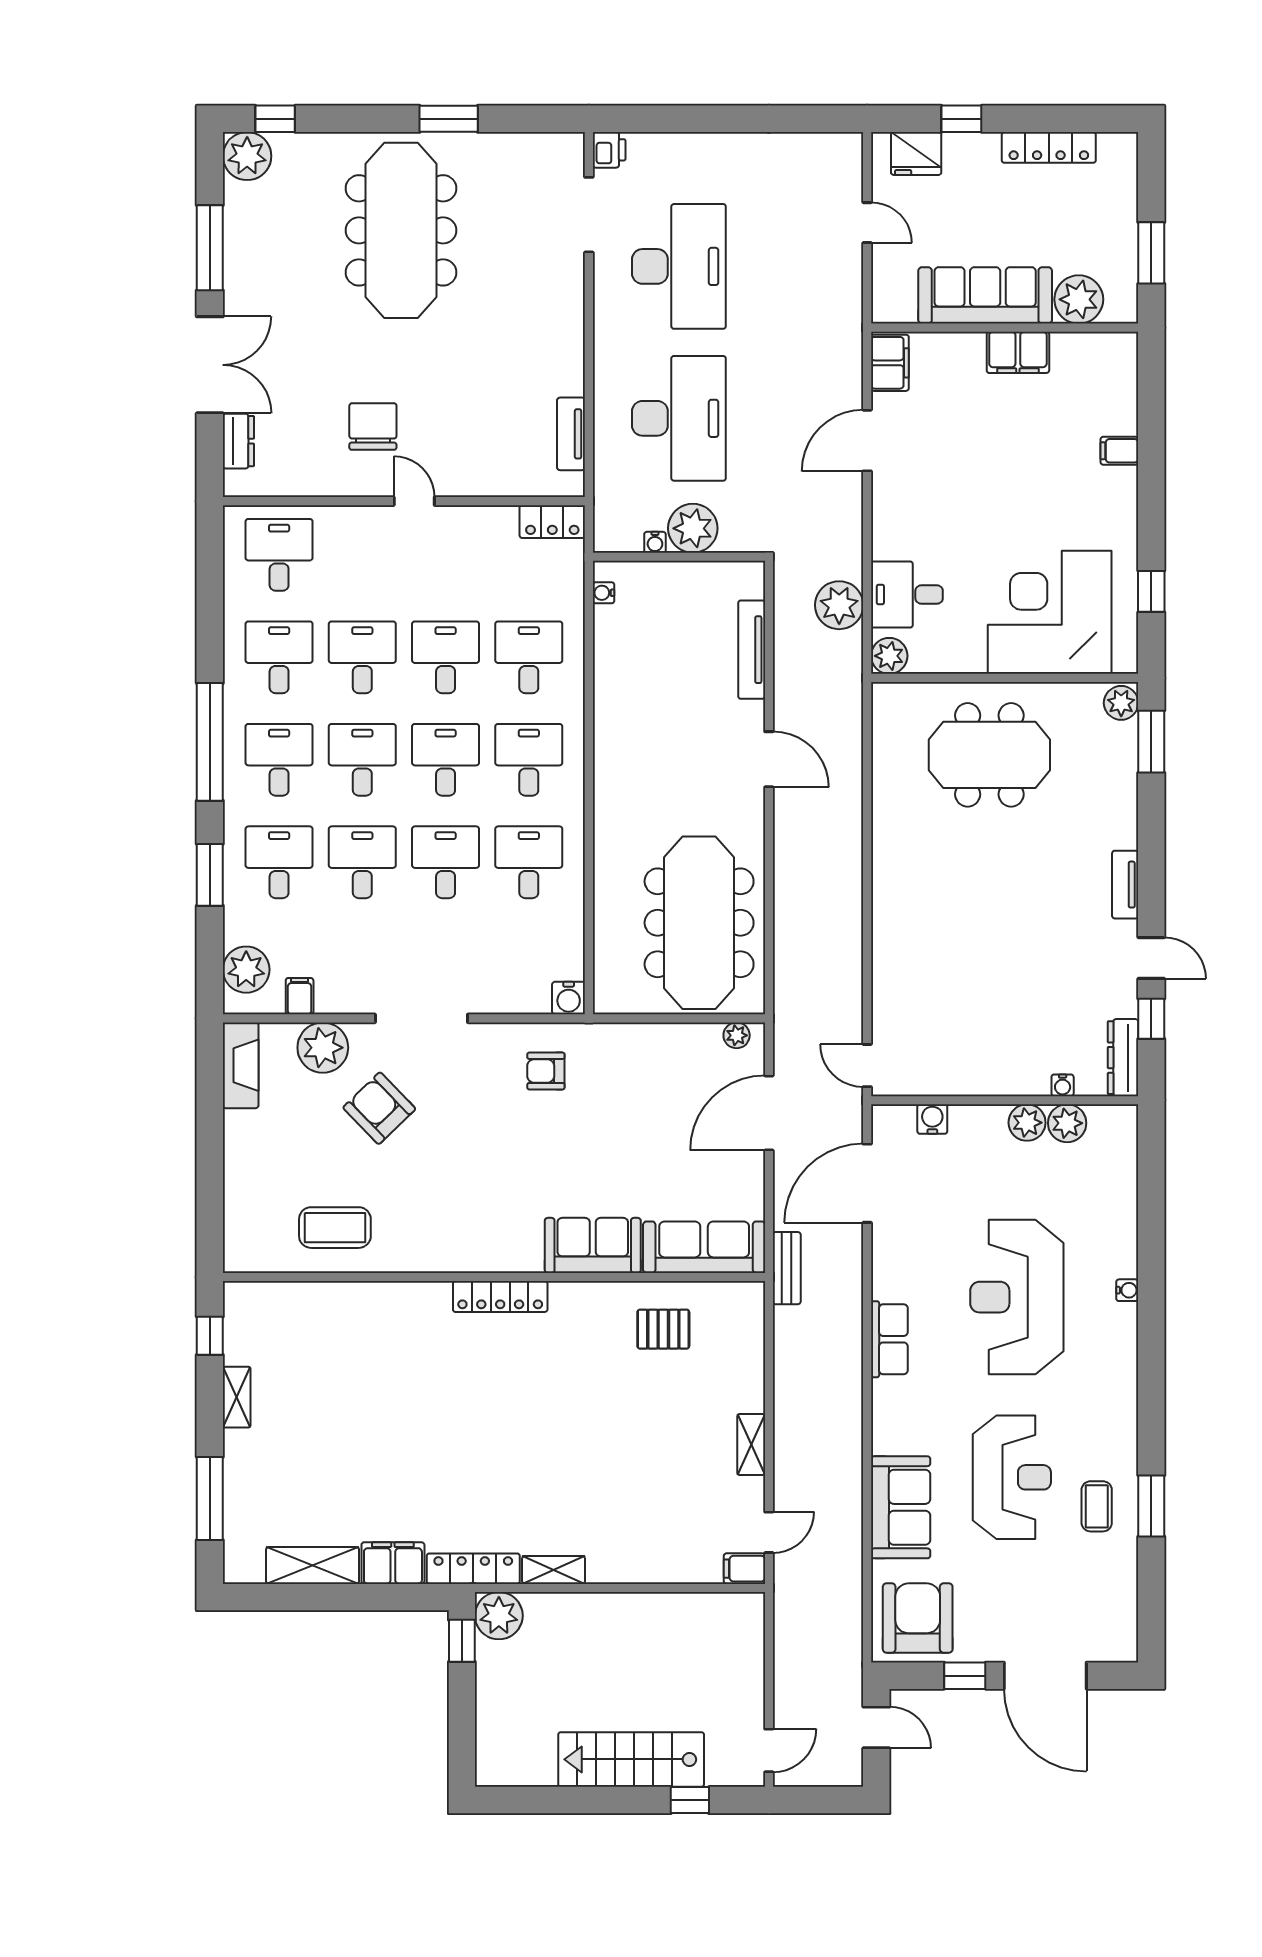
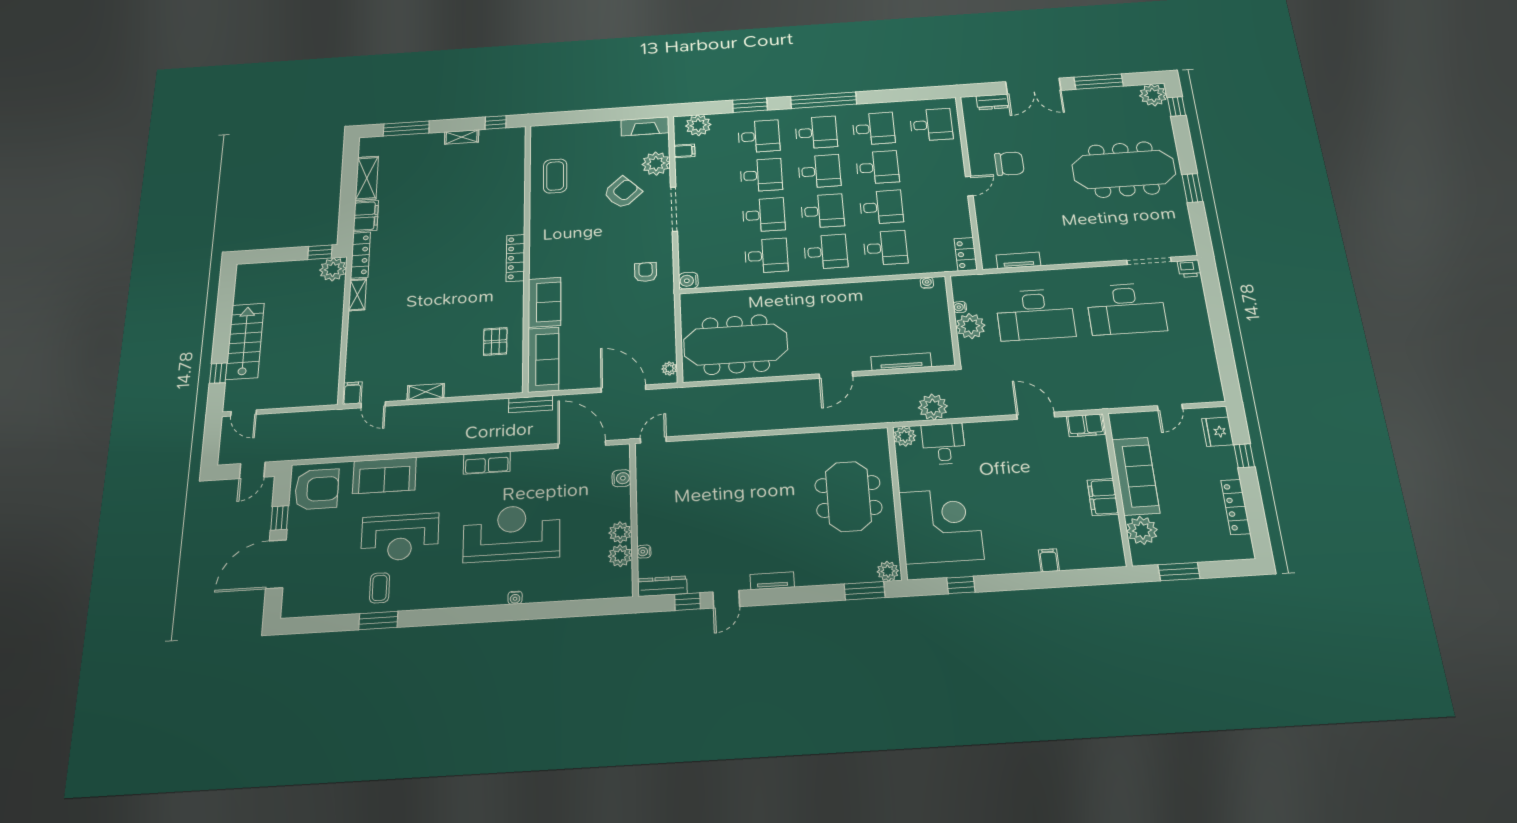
coffee table: (1097, 1506) -> (380, 588), turned 90

